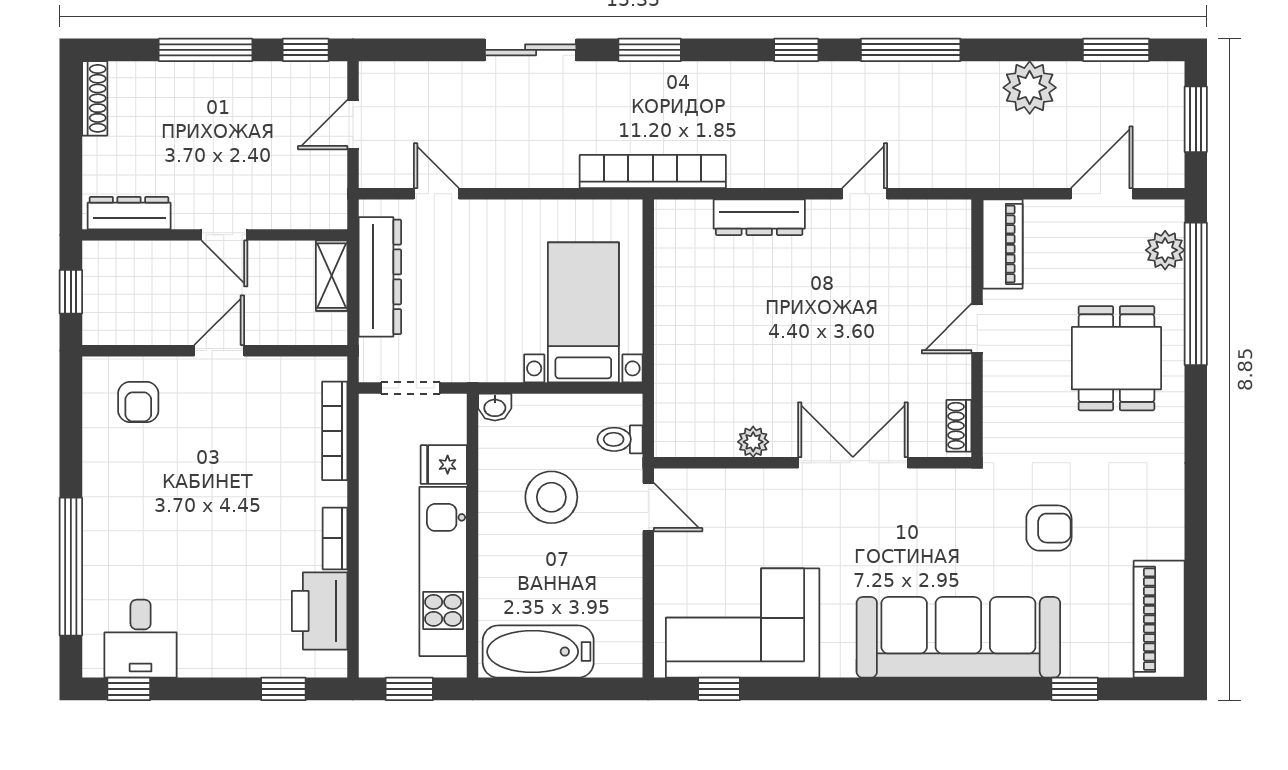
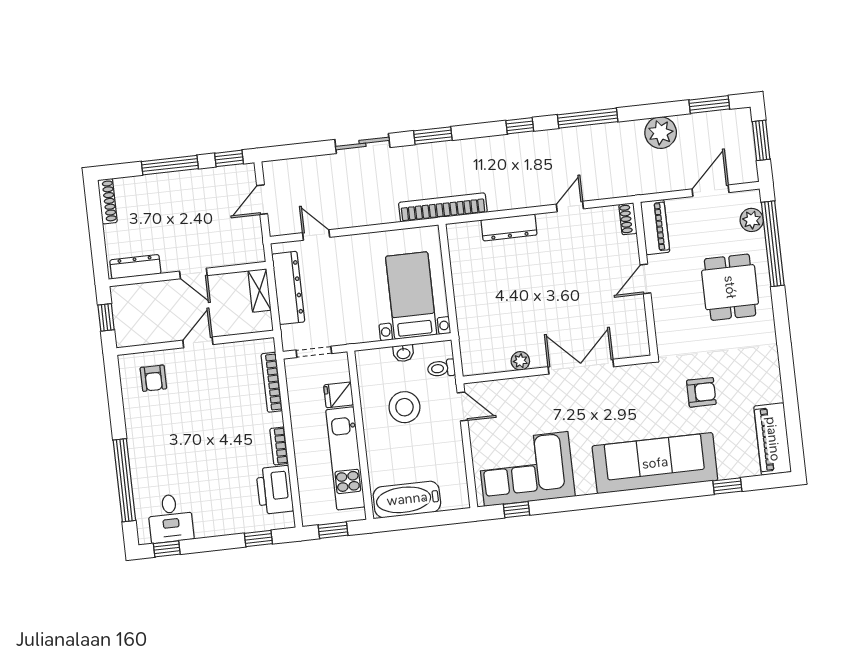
washbasin: (495, 407) -> (403, 353), moved
shoe rack: (959, 426) -> (628, 219), moved

